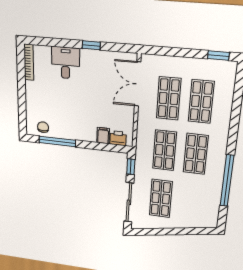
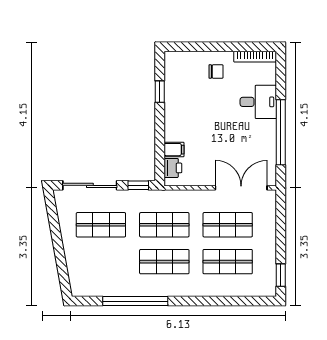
window: (91, 45) -> (281, 132), width x3.17
chair: (43, 127) -> (216, 71), moved
window: (57, 141) -> (160, 92), width x0.46

